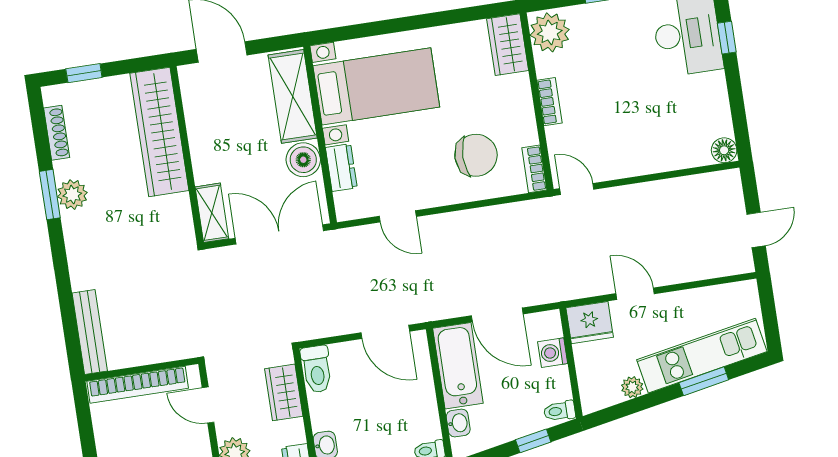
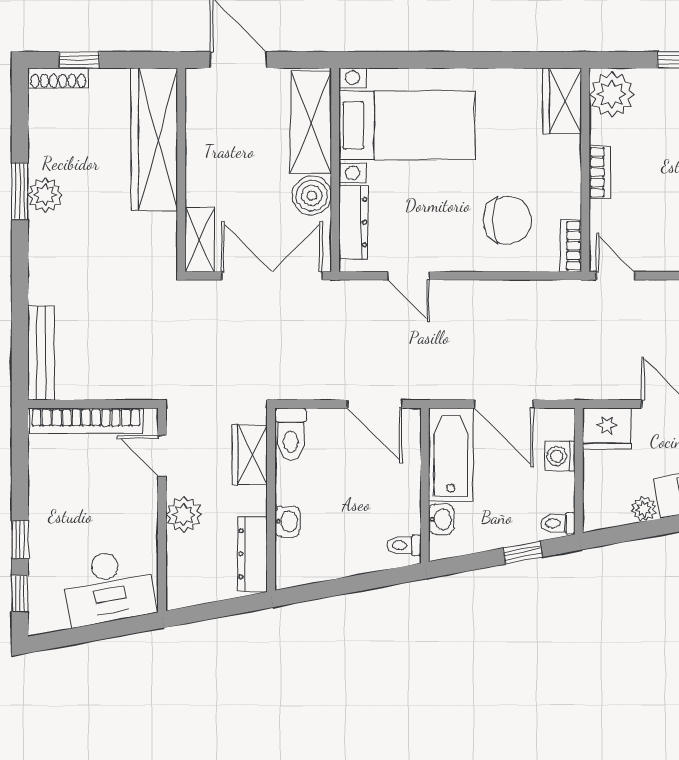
shoe rack: (57, 133) -> (58, 78), moved, turned 90
dresser: (341, 168) -> (353, 222), width x1.44

